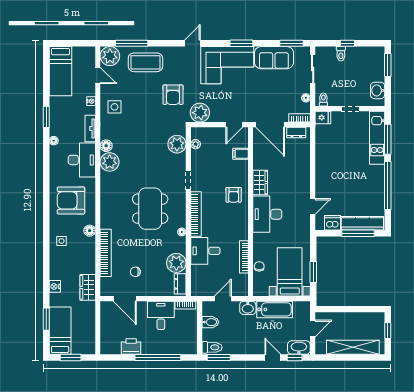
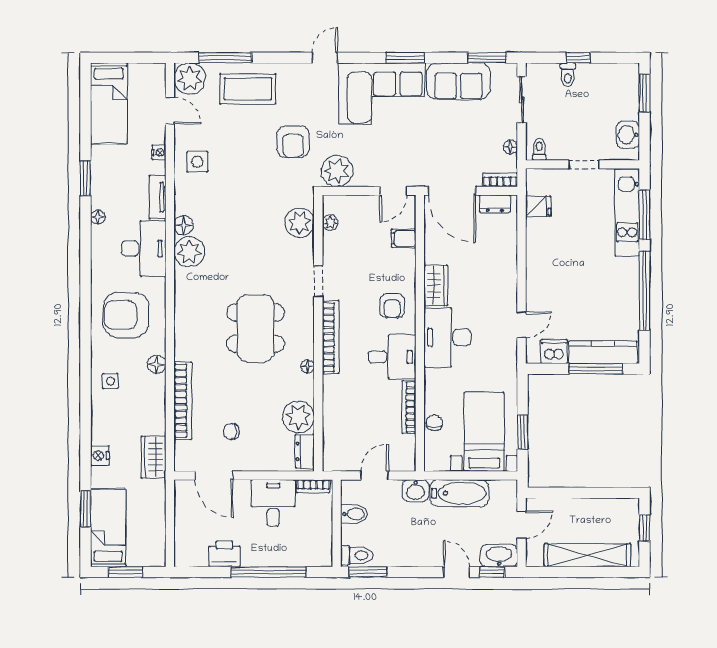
fridge: (323, 117) -> (538, 206), moved
desk: (205, 251) -> (392, 357), moved, turned 180

